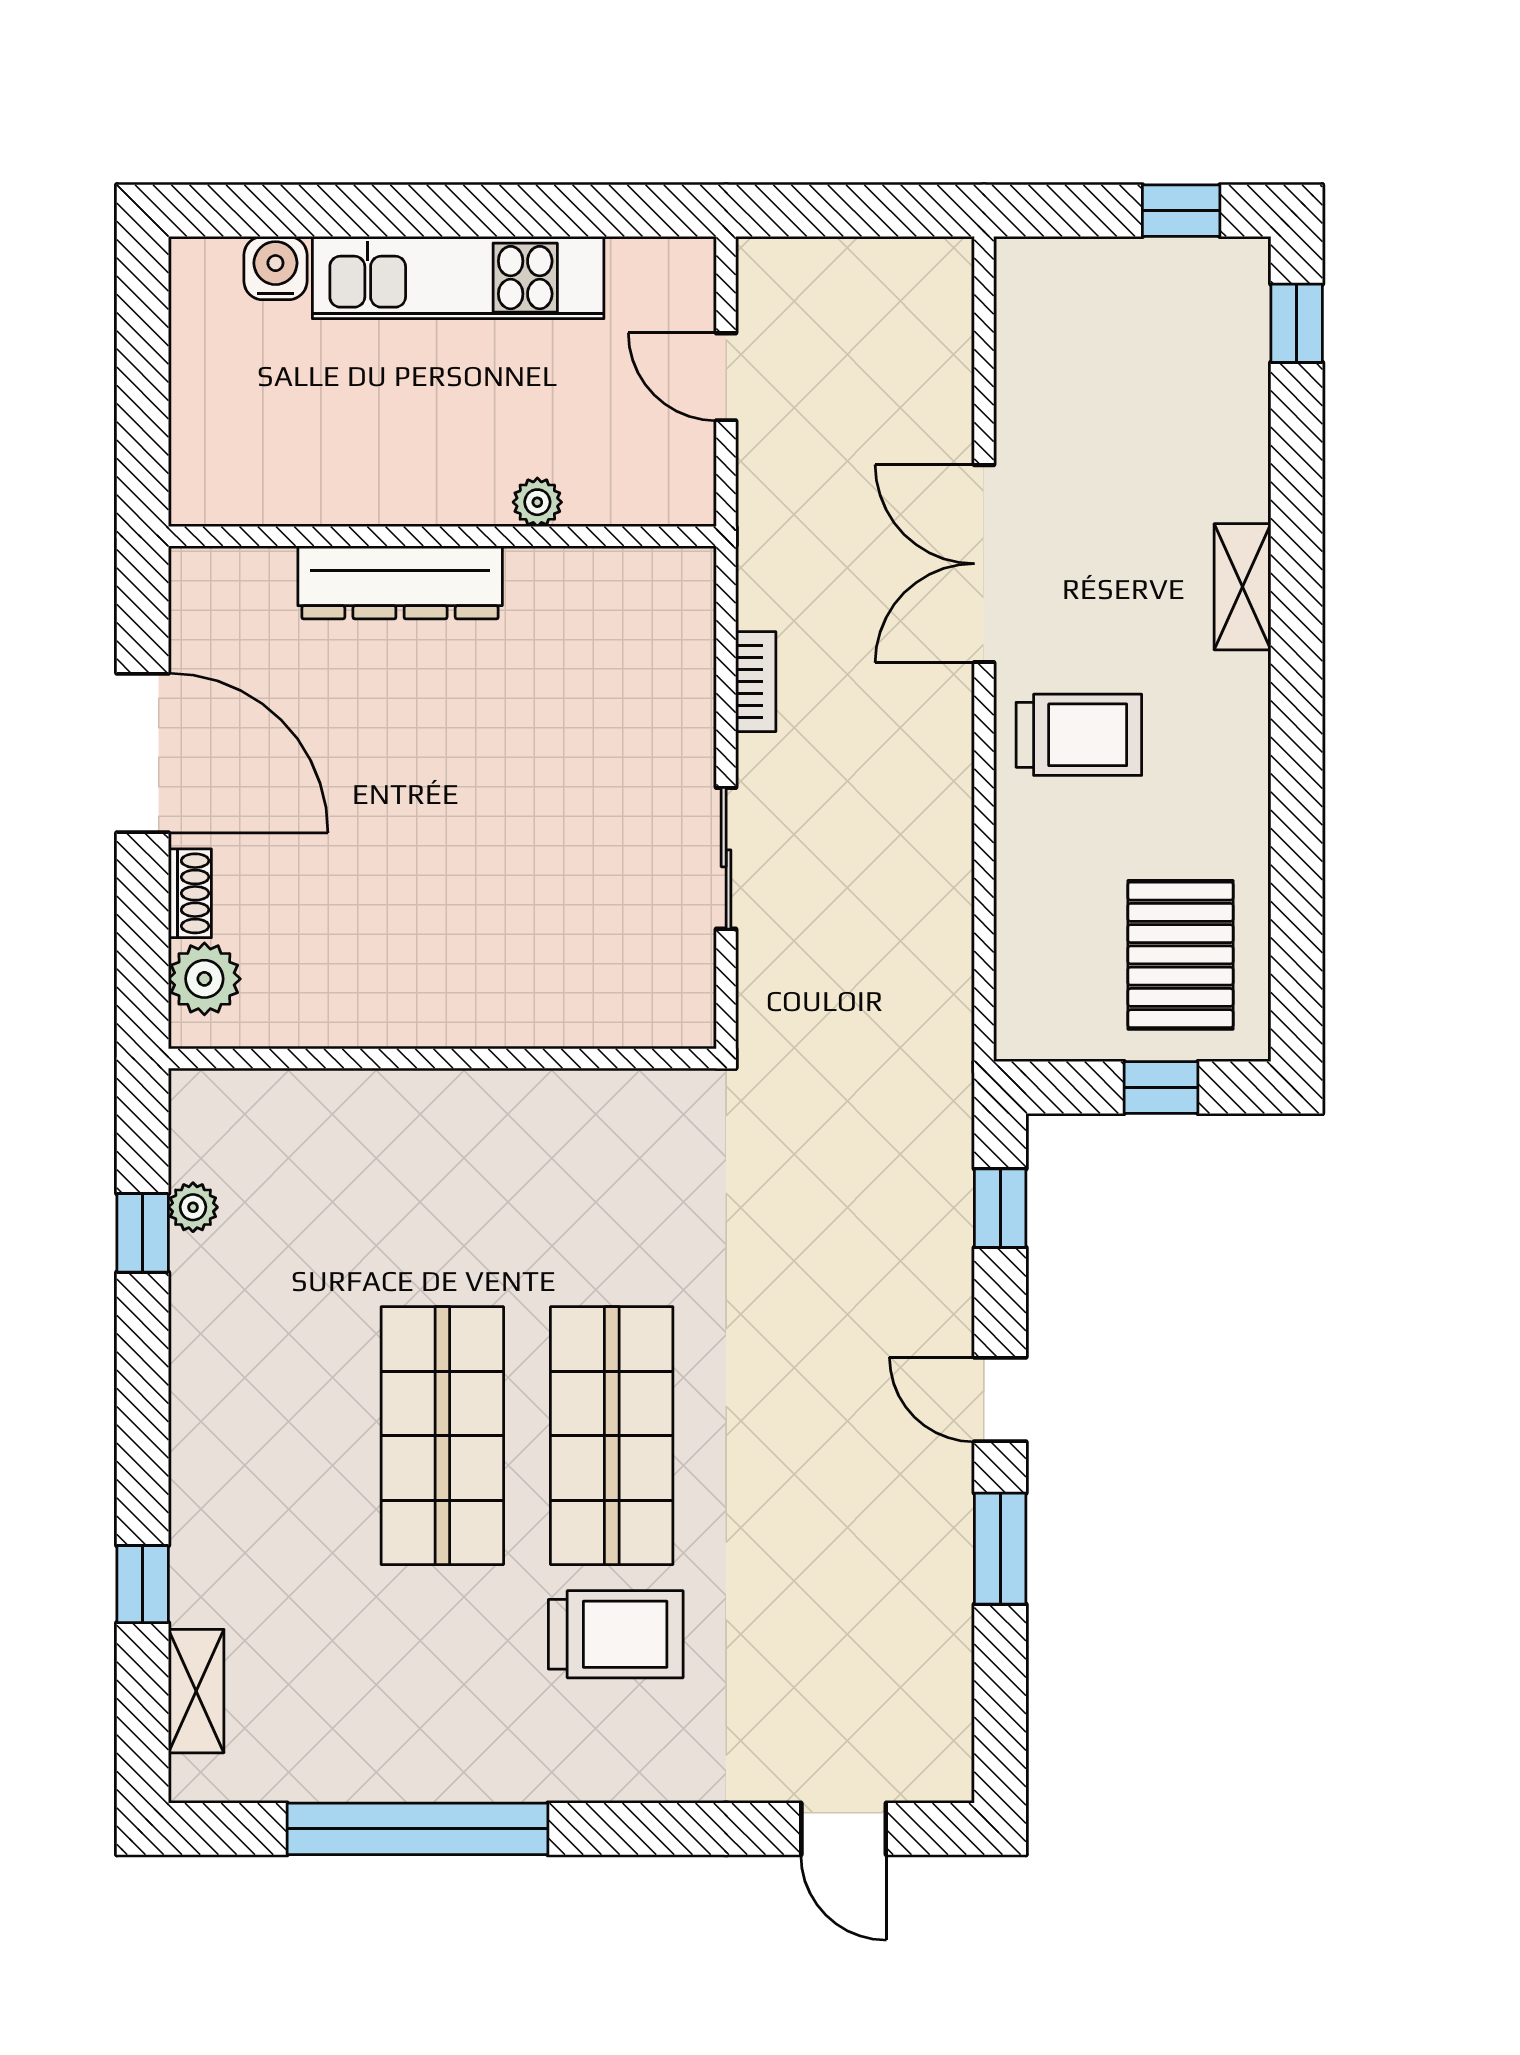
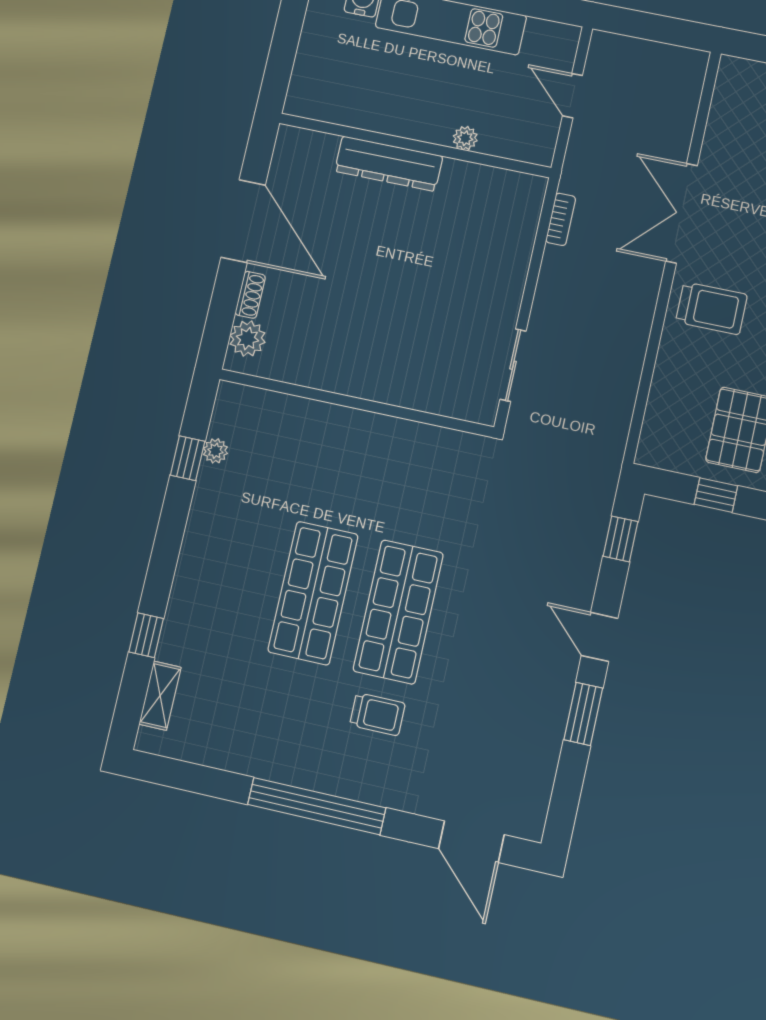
bookcase: (756, 682) -> (561, 219), moved
sliding door: (726, 858) -> (513, 365), moved
trolley: (616, 1634) -> (377, 714), width x0.73, depth x0.72
window: (418, 1829) -> (317, 806), moved
door: (844, 1829) -> (471, 842), width x1.38

